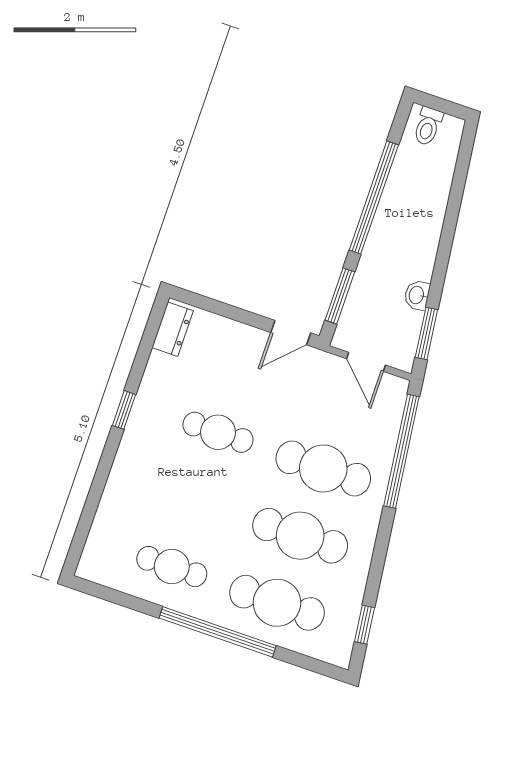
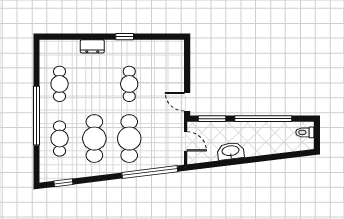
washbasin: (417, 295) -> (231, 151), width x1.91, depth x1.45
dresser: (173, 329) -> (92, 46), moved
window: (426, 334) -> (208, 165), removed
door: (366, 362) -> (186, 141), swing flipped
cafe table: (277, 603) -> (60, 139), width x0.73, depth x0.74

